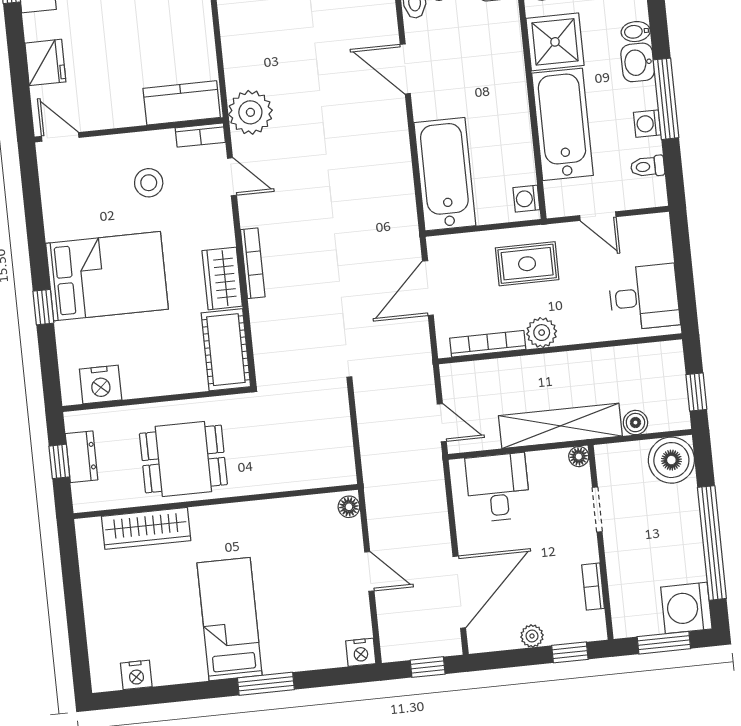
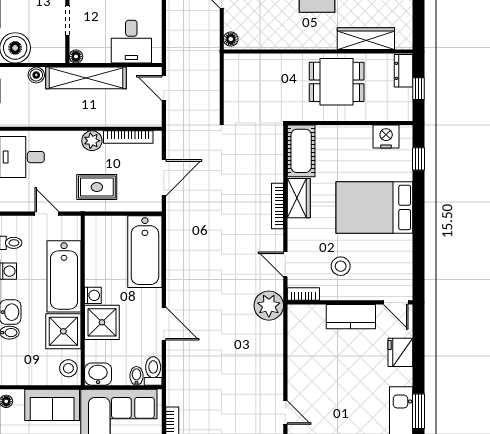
shower: (498, 61) -> (102, 322), added
kitchen counter: (182, 103) -> (351, 317), moved
washing machine: (526, 199) -> (93, 295), moved
window: (43, 307) -> (418, 159), moved
dresser: (82, 457) -> (404, 71), moved

